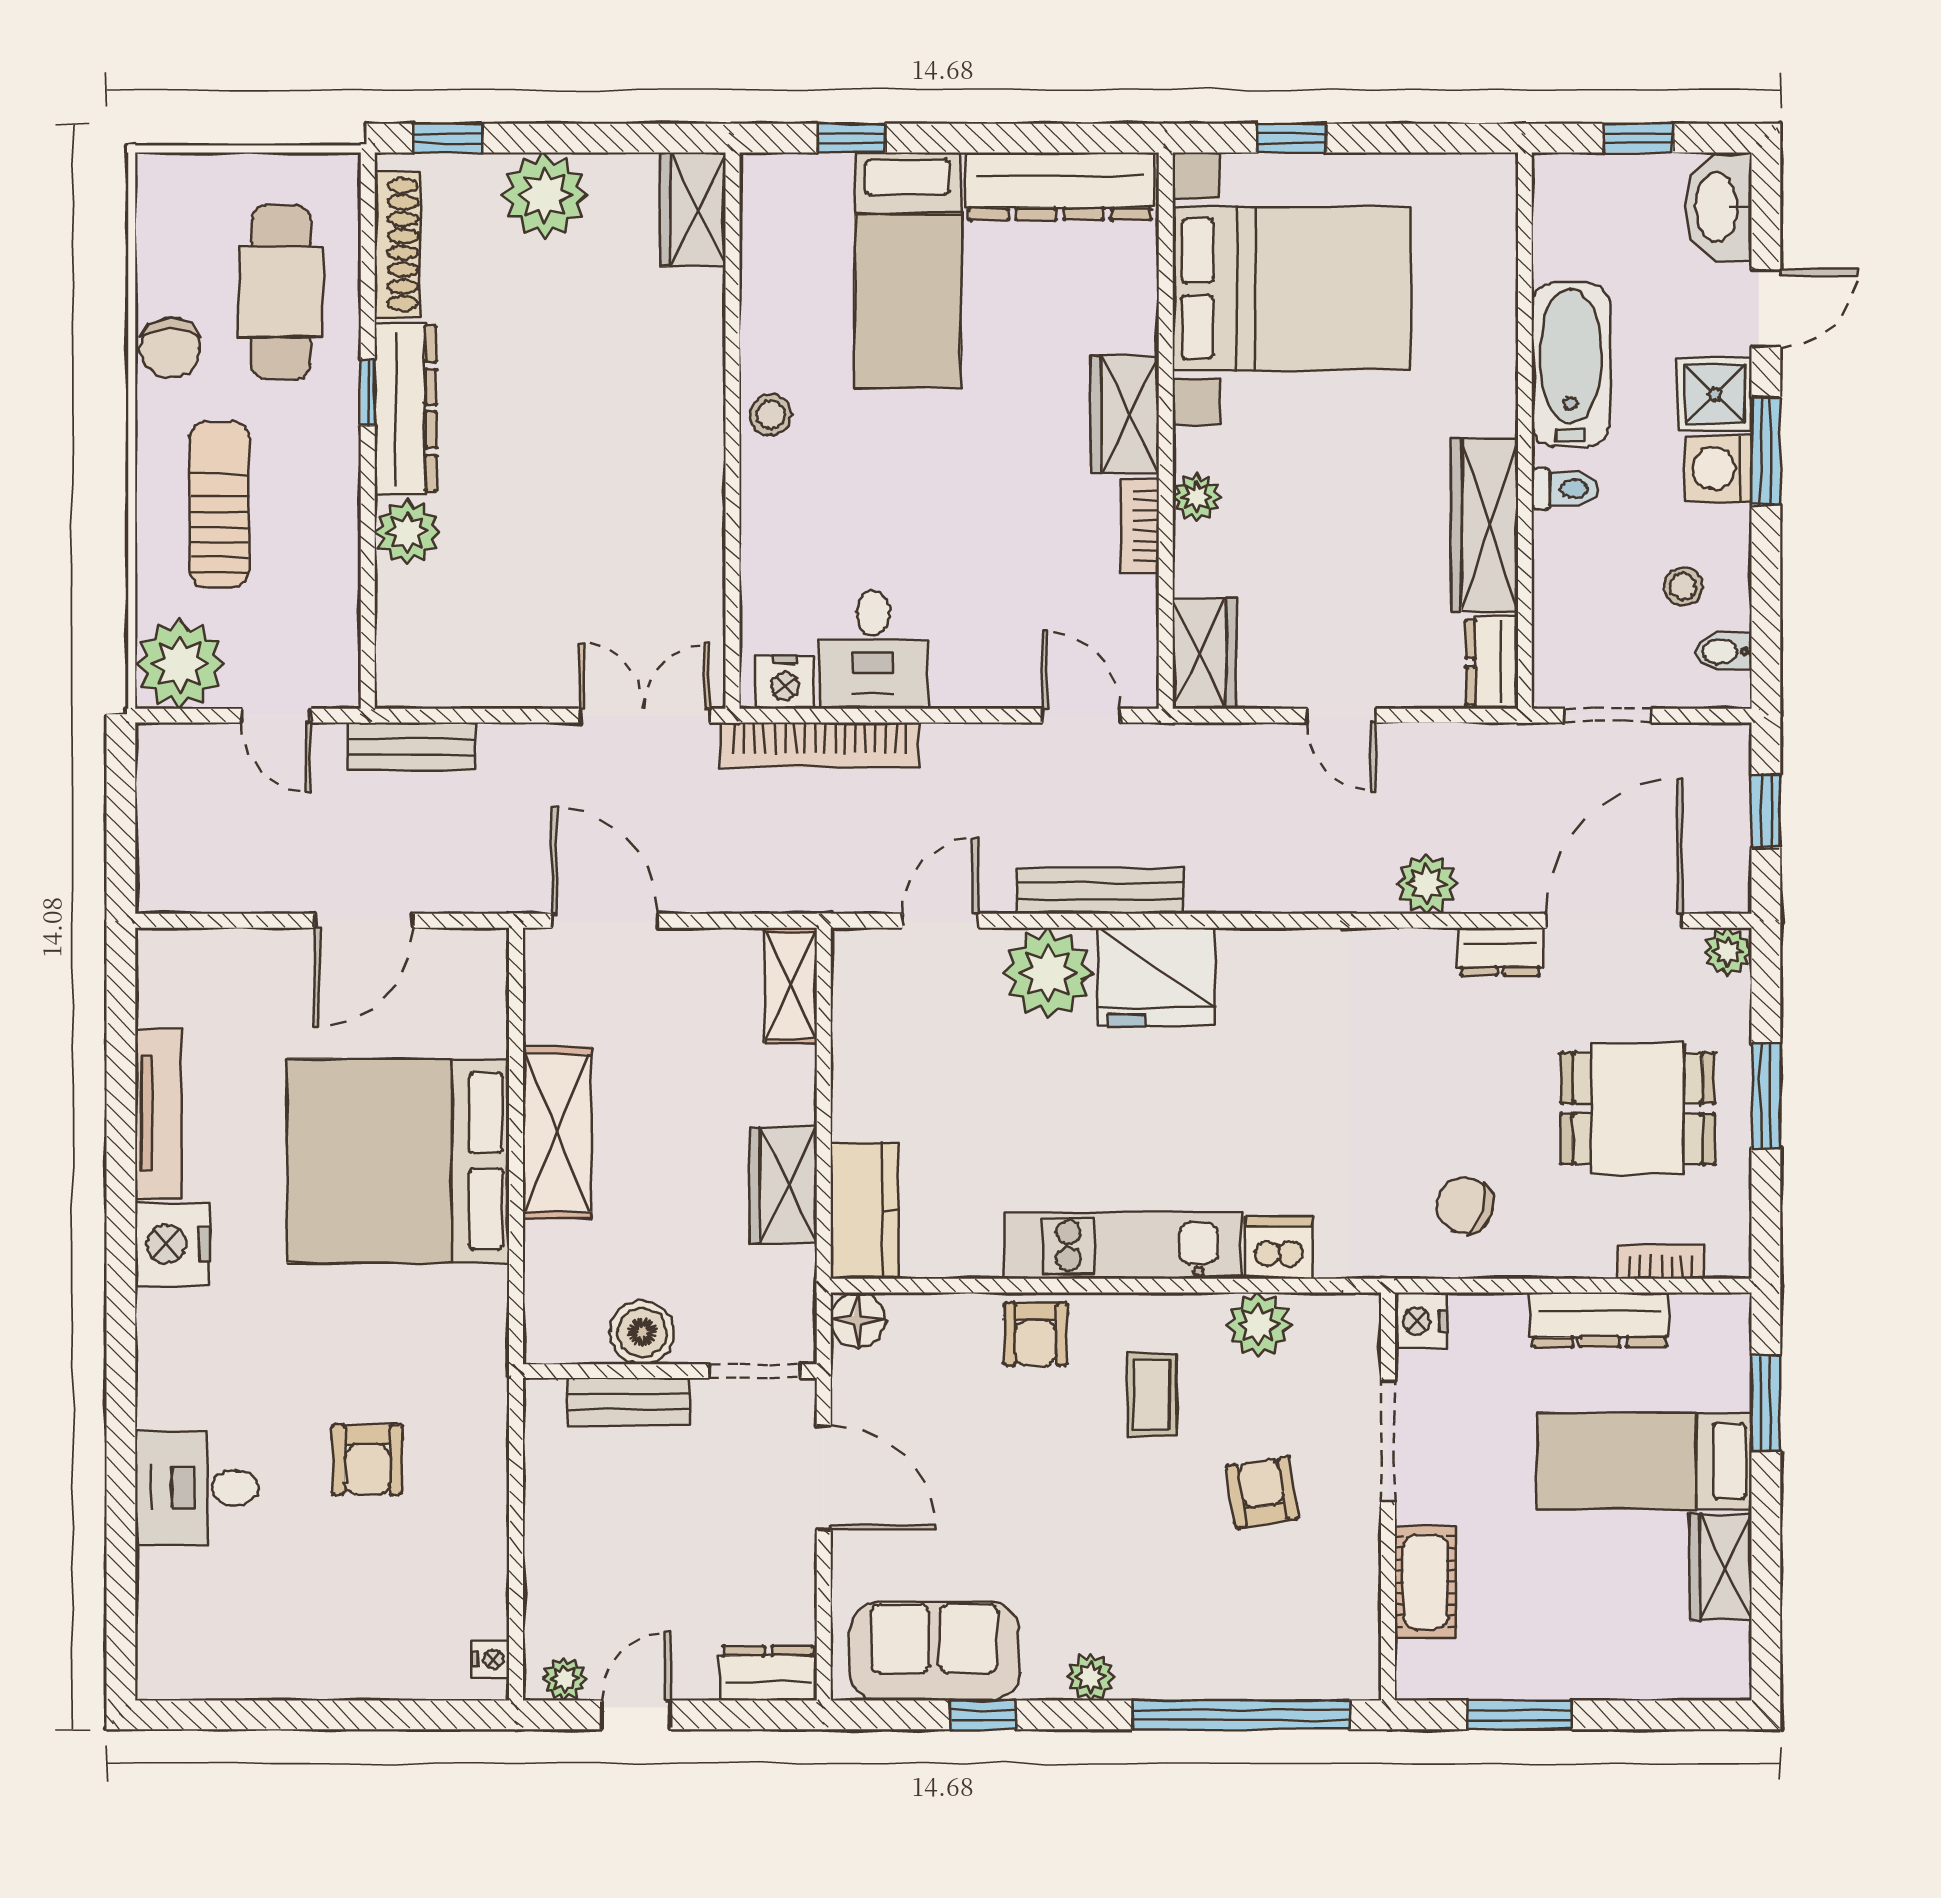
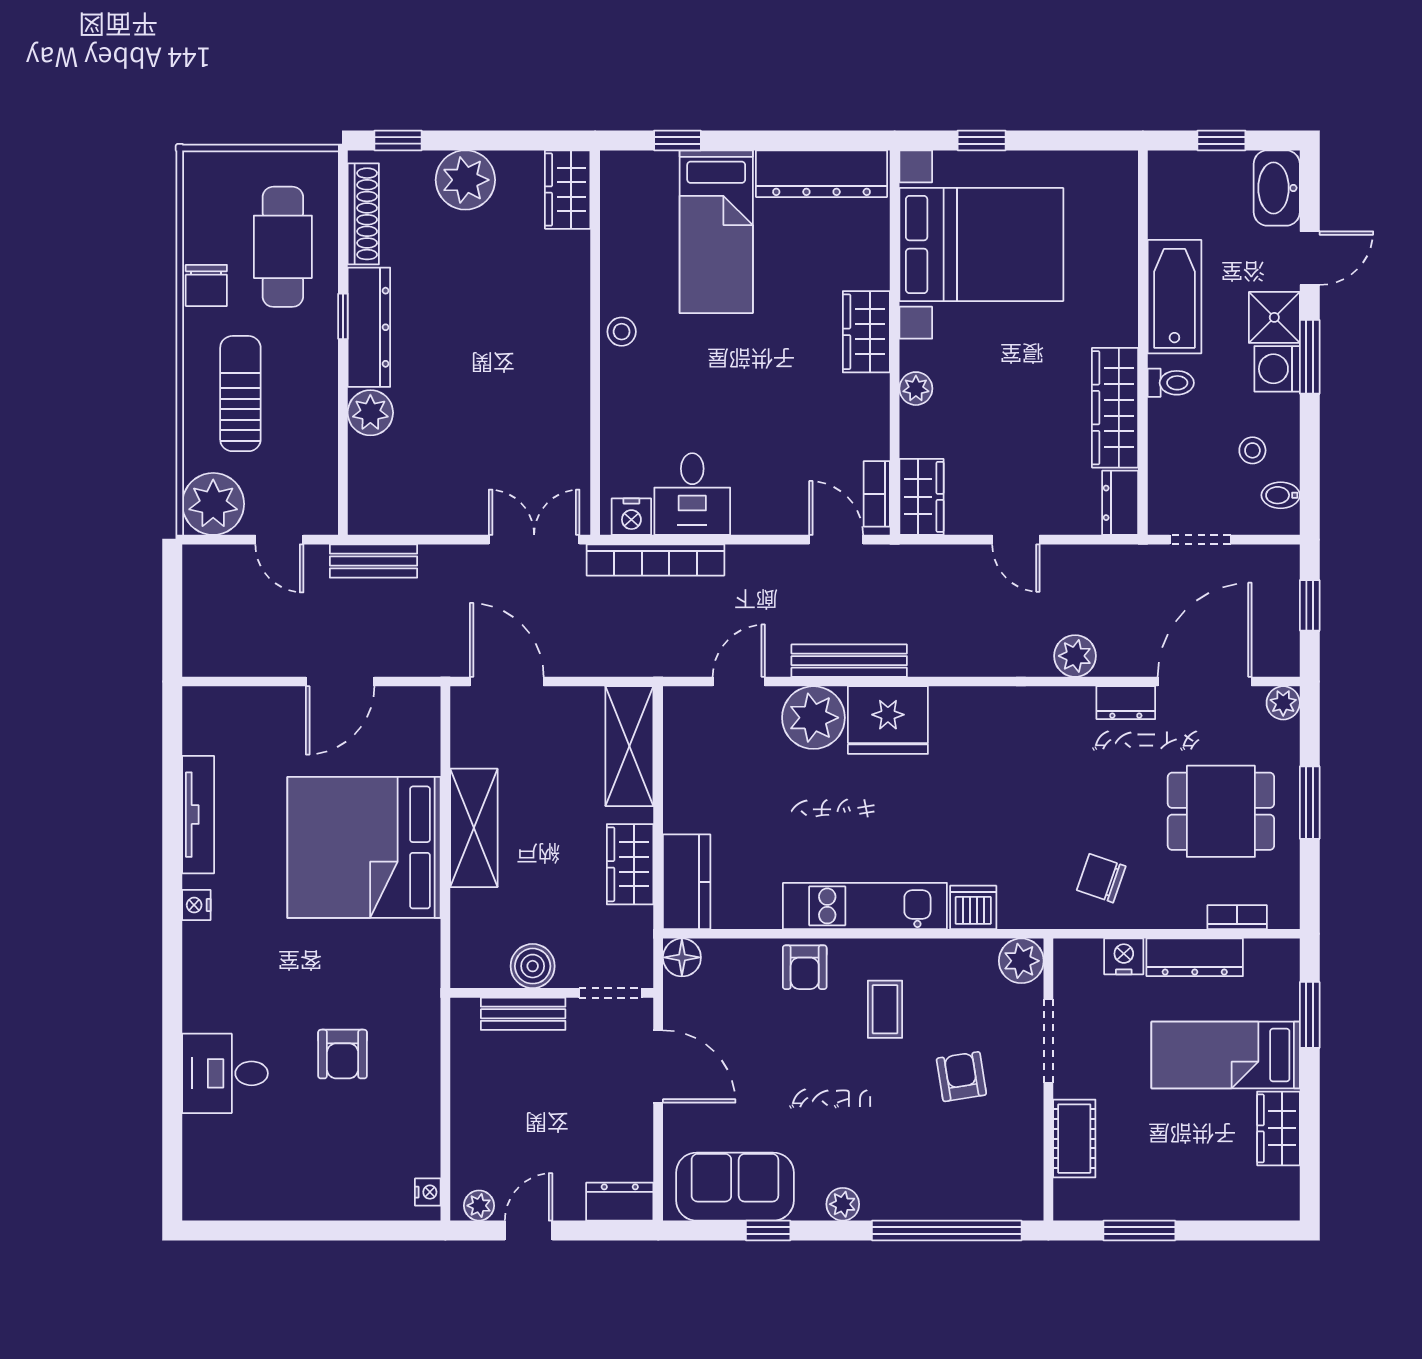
bookcase: (1140, 526) -> (877, 494), moved
shelving: (791, 986) -> (629, 746), width x1.50, depth x1.33
nightstand: (172, 1244) -> (196, 905), width x0.53, depth x0.56
nightstand: (1421, 1321) -> (1124, 956), moved, turned 90
plant: (1258, 1325) -> (1021, 961), moved

